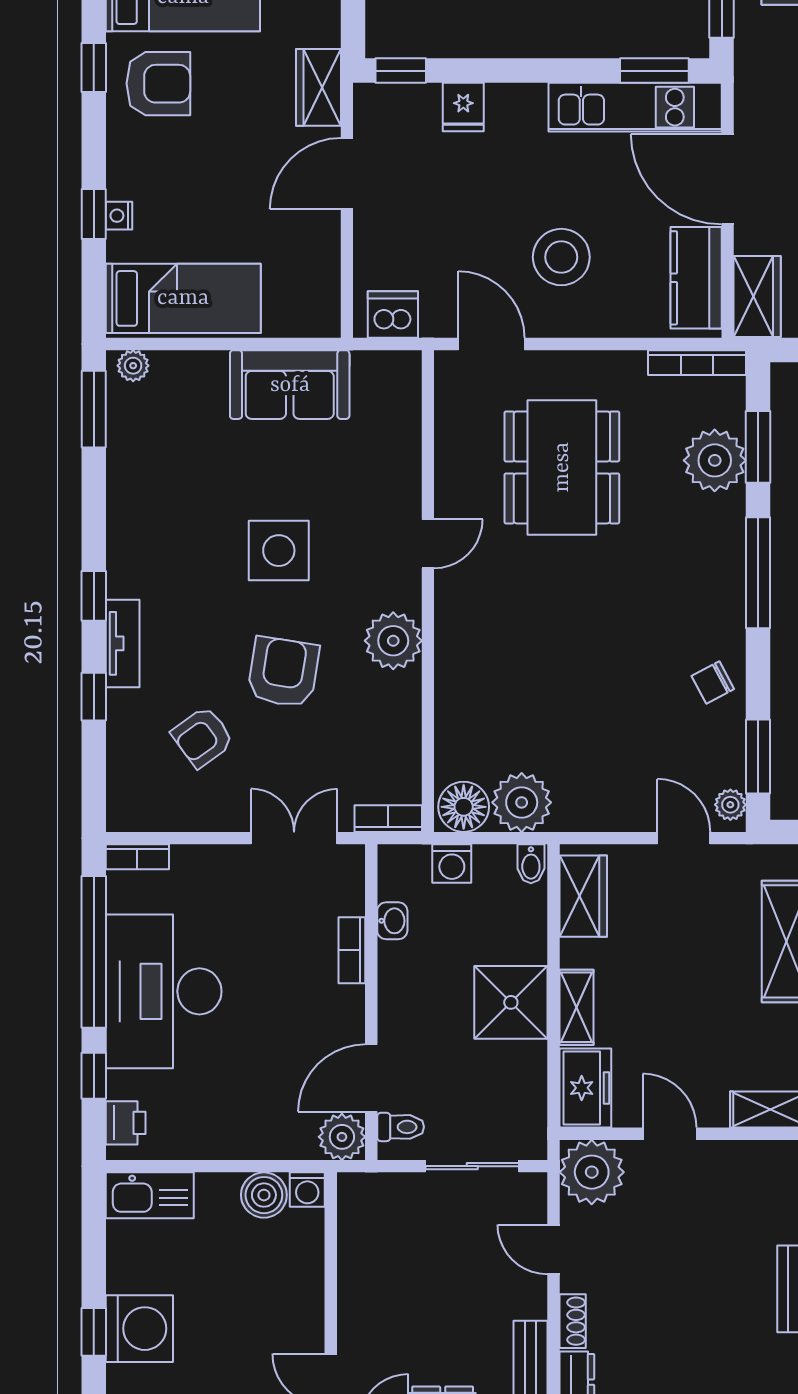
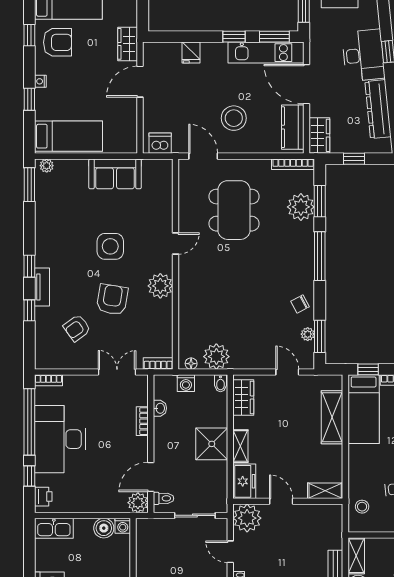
window: (401, 71) -> (234, 37), moved
nightstand: (119, 216) -> (40, 81), moved
plant: (730, 805) -> (308, 334), moved
floor lamp: (464, 807) -> (191, 364), width x0.53, depth x0.53

